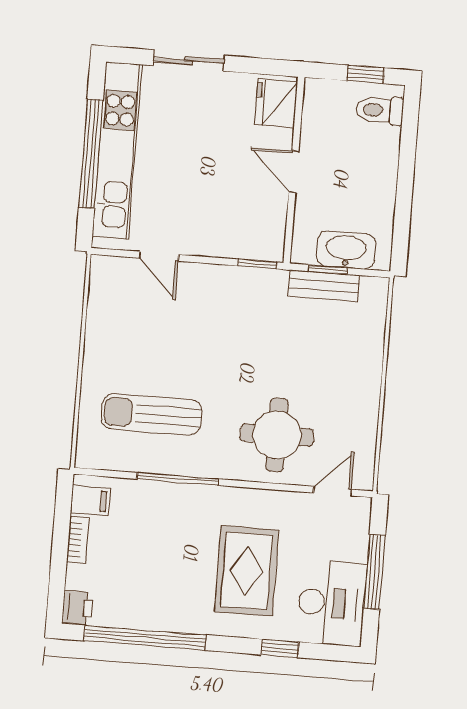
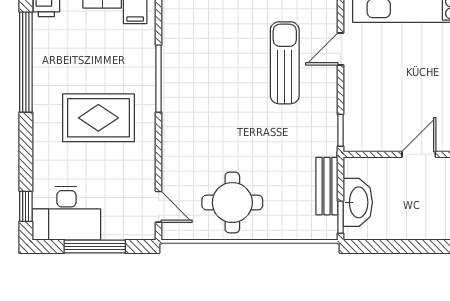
window: (328, 270) -> (340, 217), moved
sun lounger: (152, 414) -> (285, 63), moved
round table: (277, 435) -> (232, 203), moved
rug: (247, 571) -> (98, 118), moved
window: (280, 648) -> (26, 206), moved

